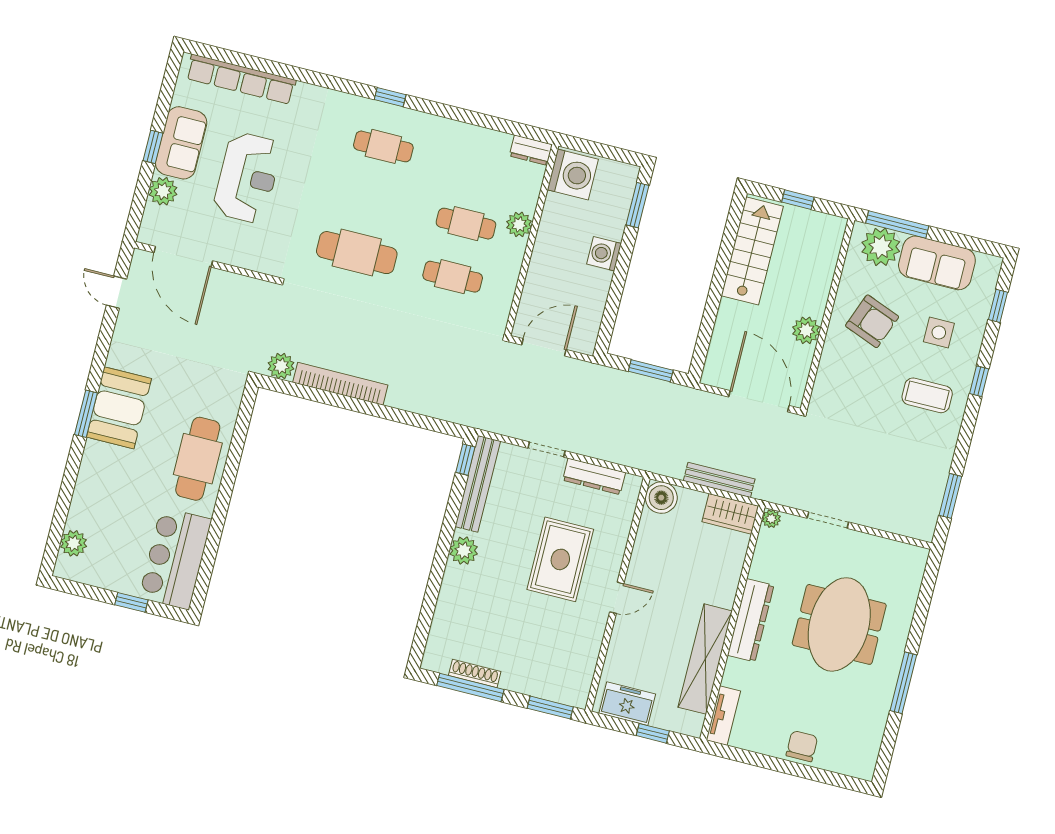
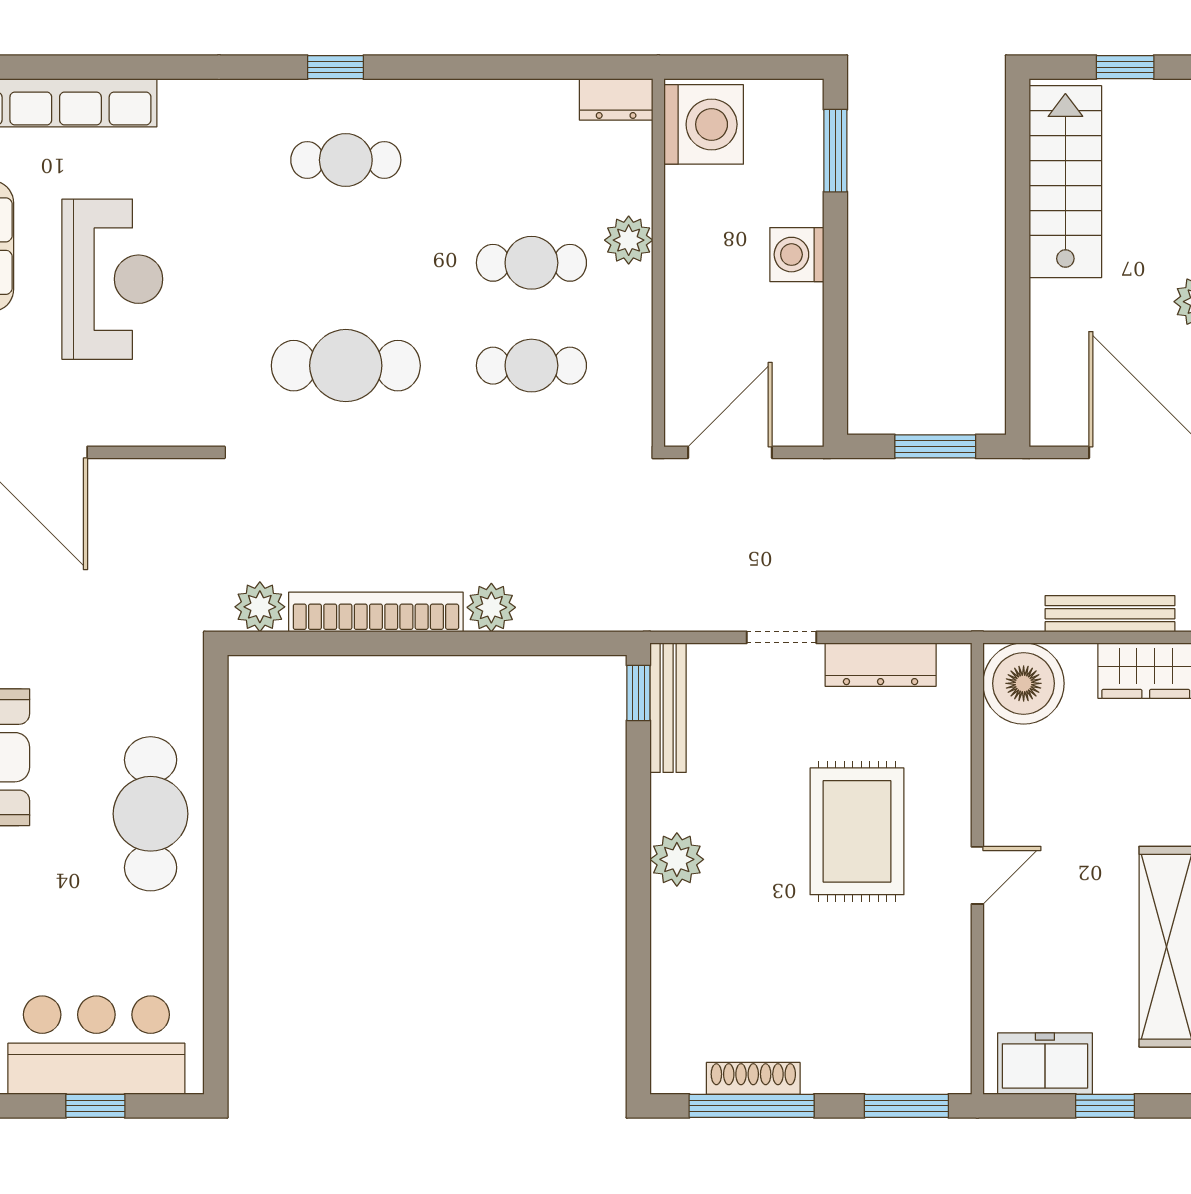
plant: (400, 396) -> (491, 607), added
bench: (478, 484) -> (668, 708), width x0.73, depth x0.82
boiler: (661, 498) -> (1024, 683), width x1.37, depth x1.37
bar counter: (175, 558) -> (96, 1045), moved, turned 90

